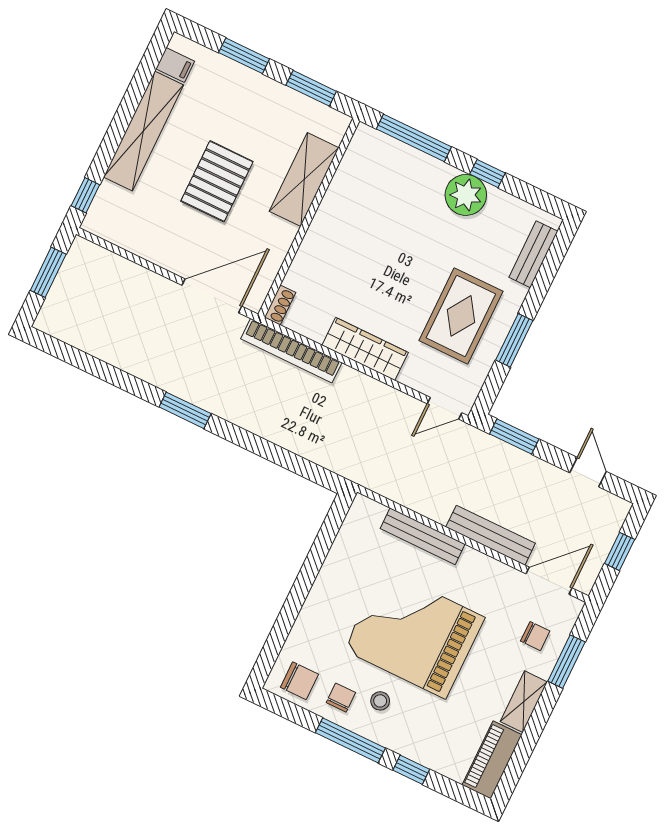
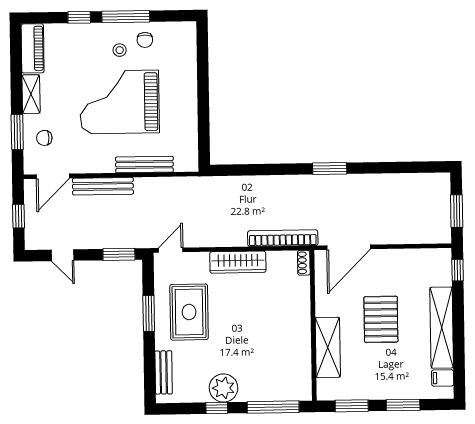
grand piano: (414, 634) -> (120, 102), turned 180
chair: (299, 681) -> (176, 37), removed

